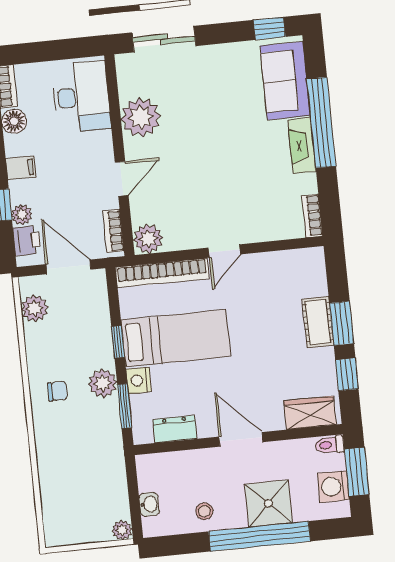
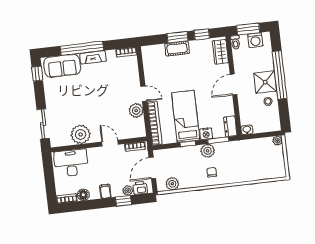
plant: (148, 239) -> (136, 111), moved
dresser: (175, 429) -> (230, 126), moved
shower: (268, 503) -> (265, 82), moved
washbasin: (149, 504) -> (247, 130), moved

